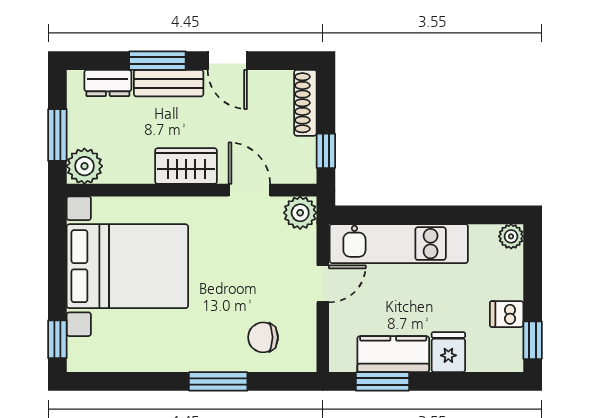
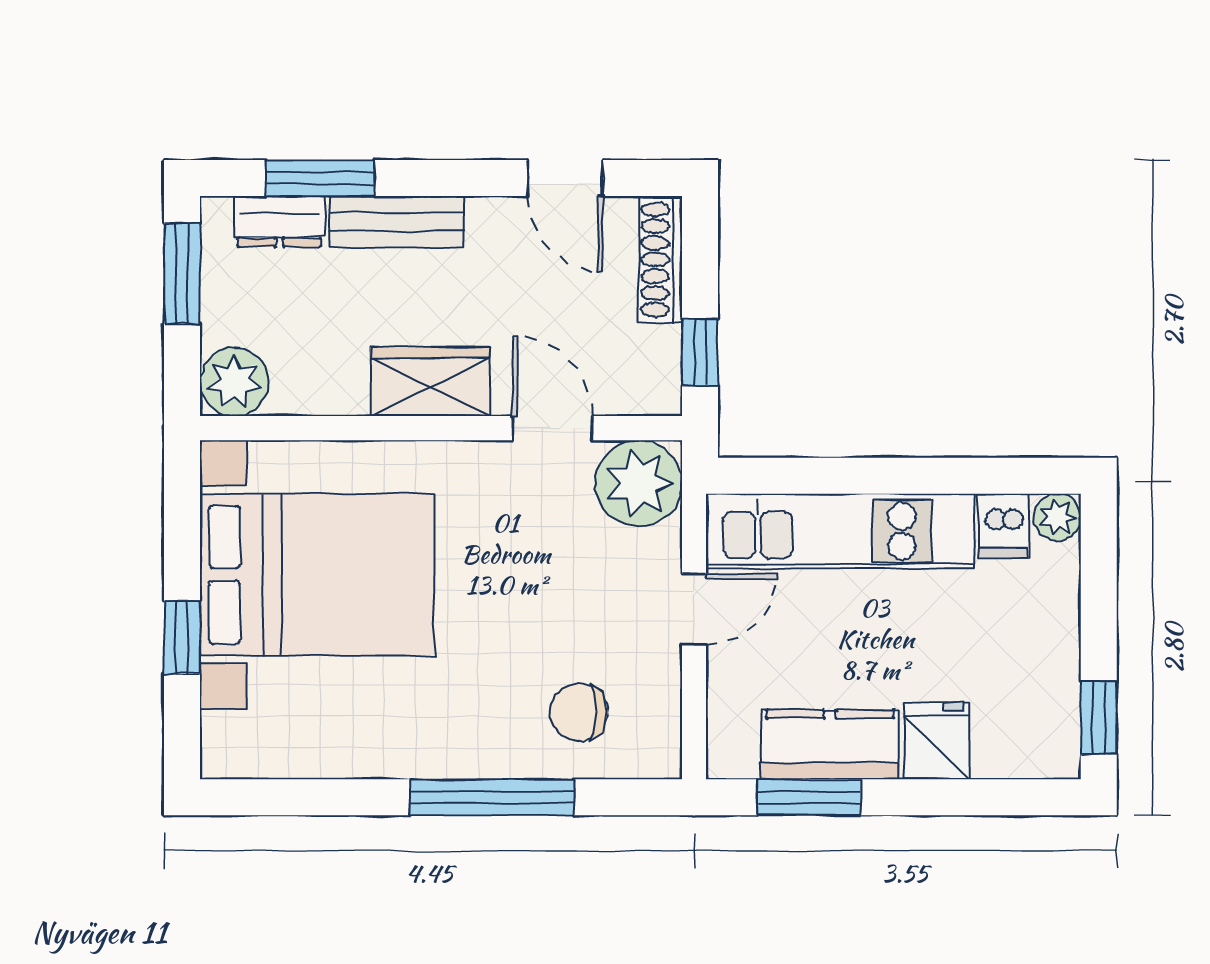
window: (157, 61) -> (320, 178), moved
door: (227, 61) -> (565, 178), moved
window: (57, 135) -> (182, 274), moved
plant: (300, 213) -> (639, 483), width x1.36, depth x1.36
dishwasher: (507, 314) -> (1004, 526), moved, turned -90
window: (57, 339) -> (182, 637), moved
window: (218, 381) -> (492, 797), width x1.44

